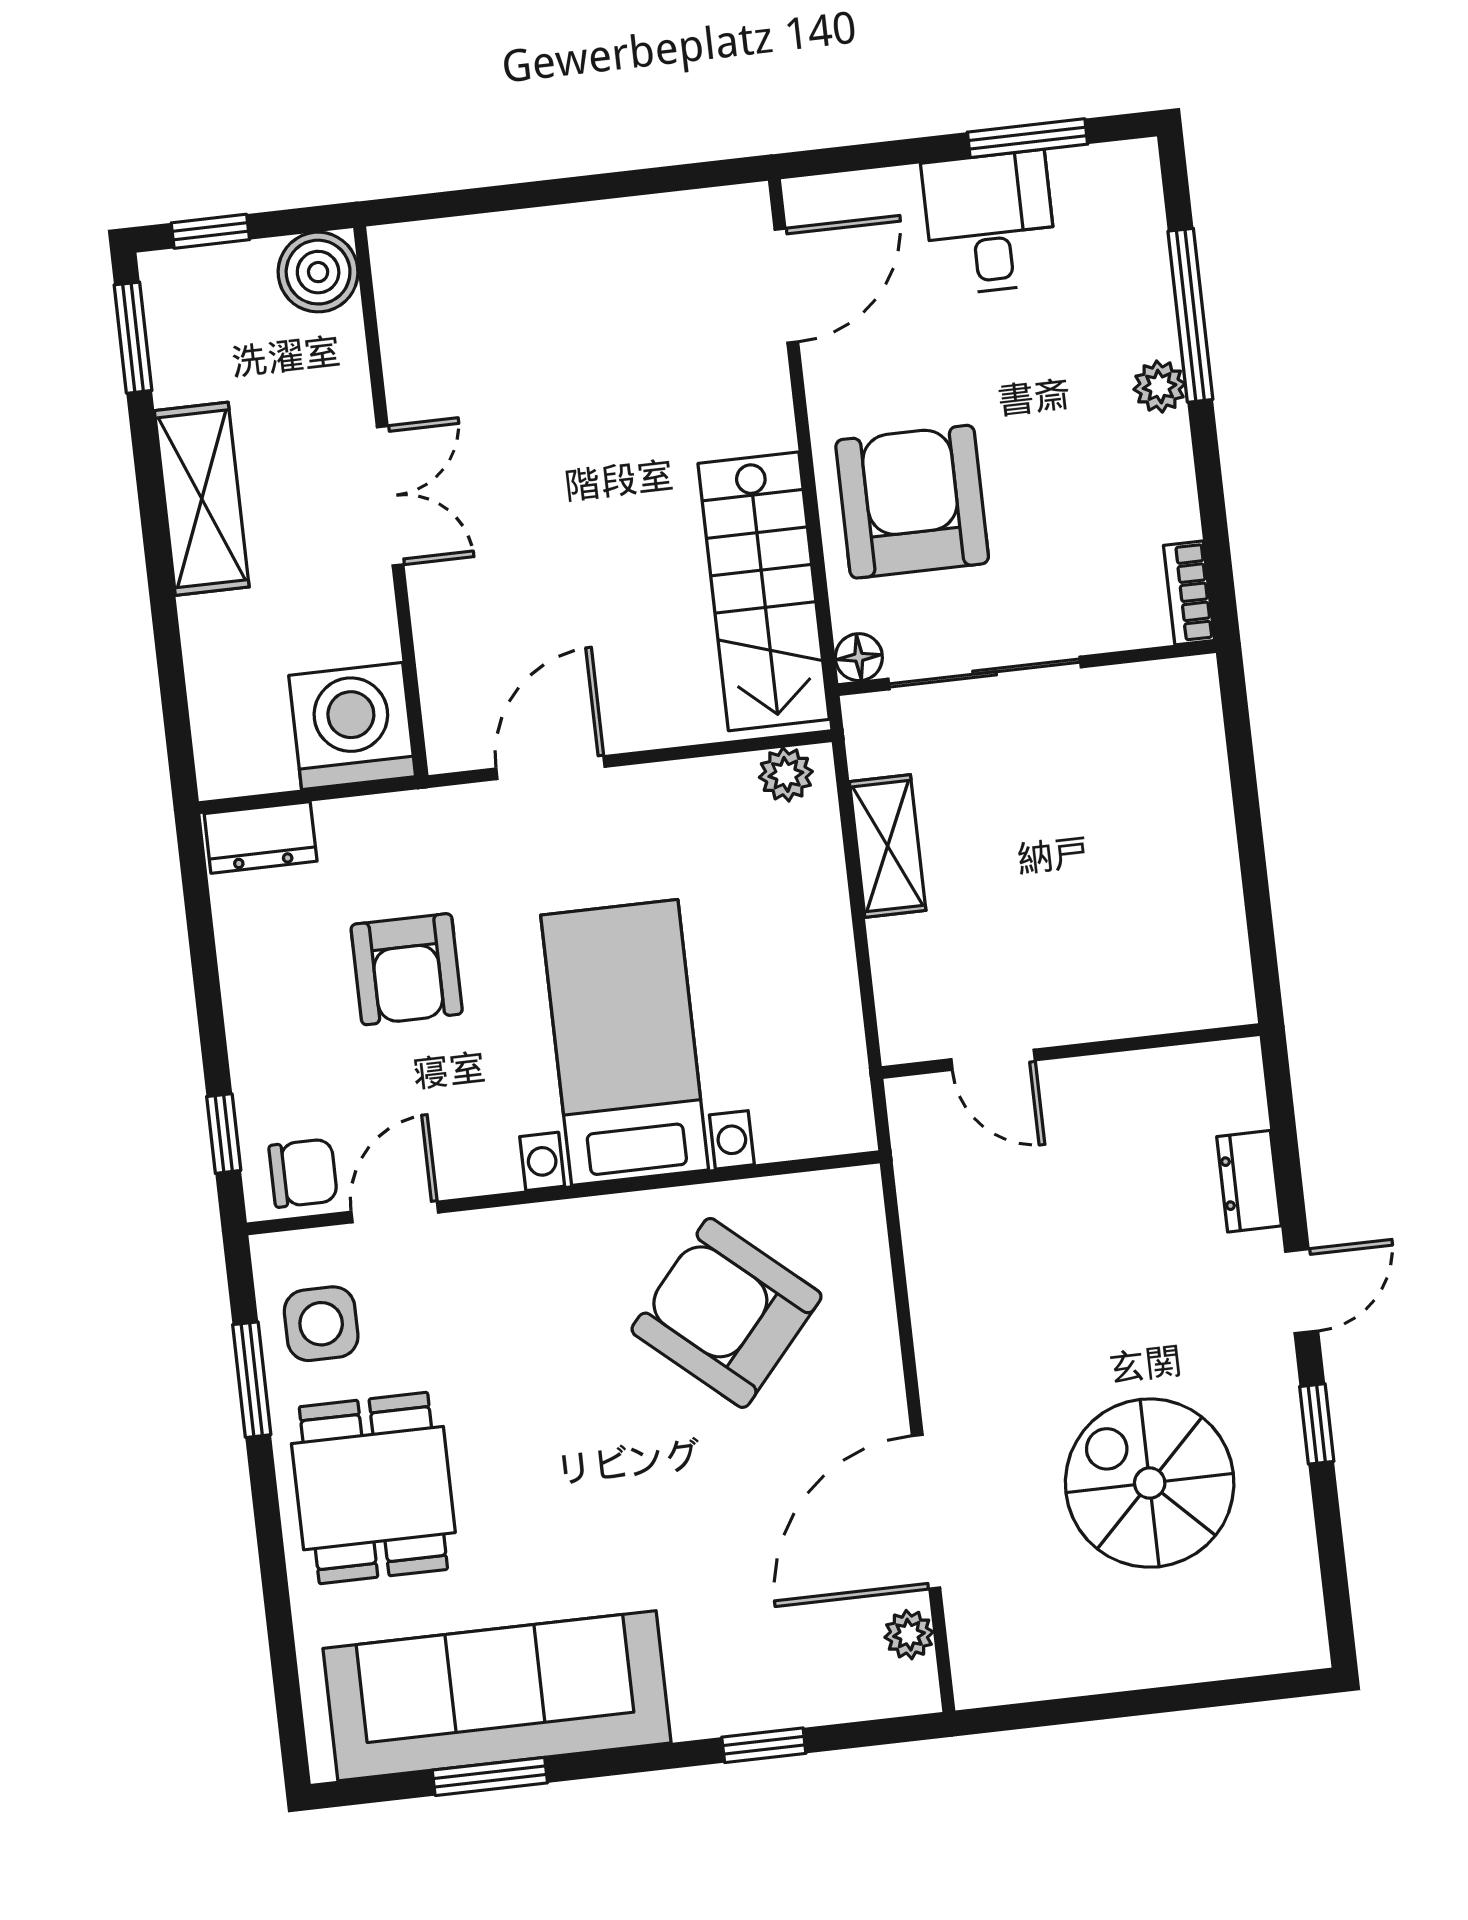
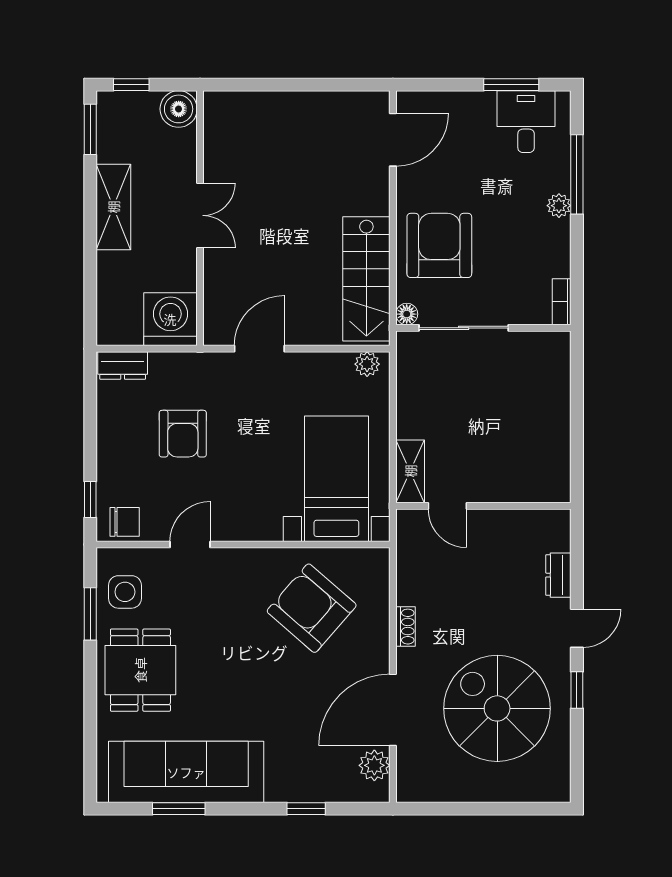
desk: (990, 223) -> (526, 122), moved
shelving: (888, 846) -> (410, 471), moved
bed with nightstands: (625, 1042) -> (336, 479), moved
door: (395, 1212) -> (190, 545), moved
shoe rack: (933, 1329) -> (405, 627), added
spiral stairs: (1150, 1483) -> (497, 708), width x1.37, depth x1.37
plant: (909, 1635) -> (374, 765), width x1.38, depth x1.38

